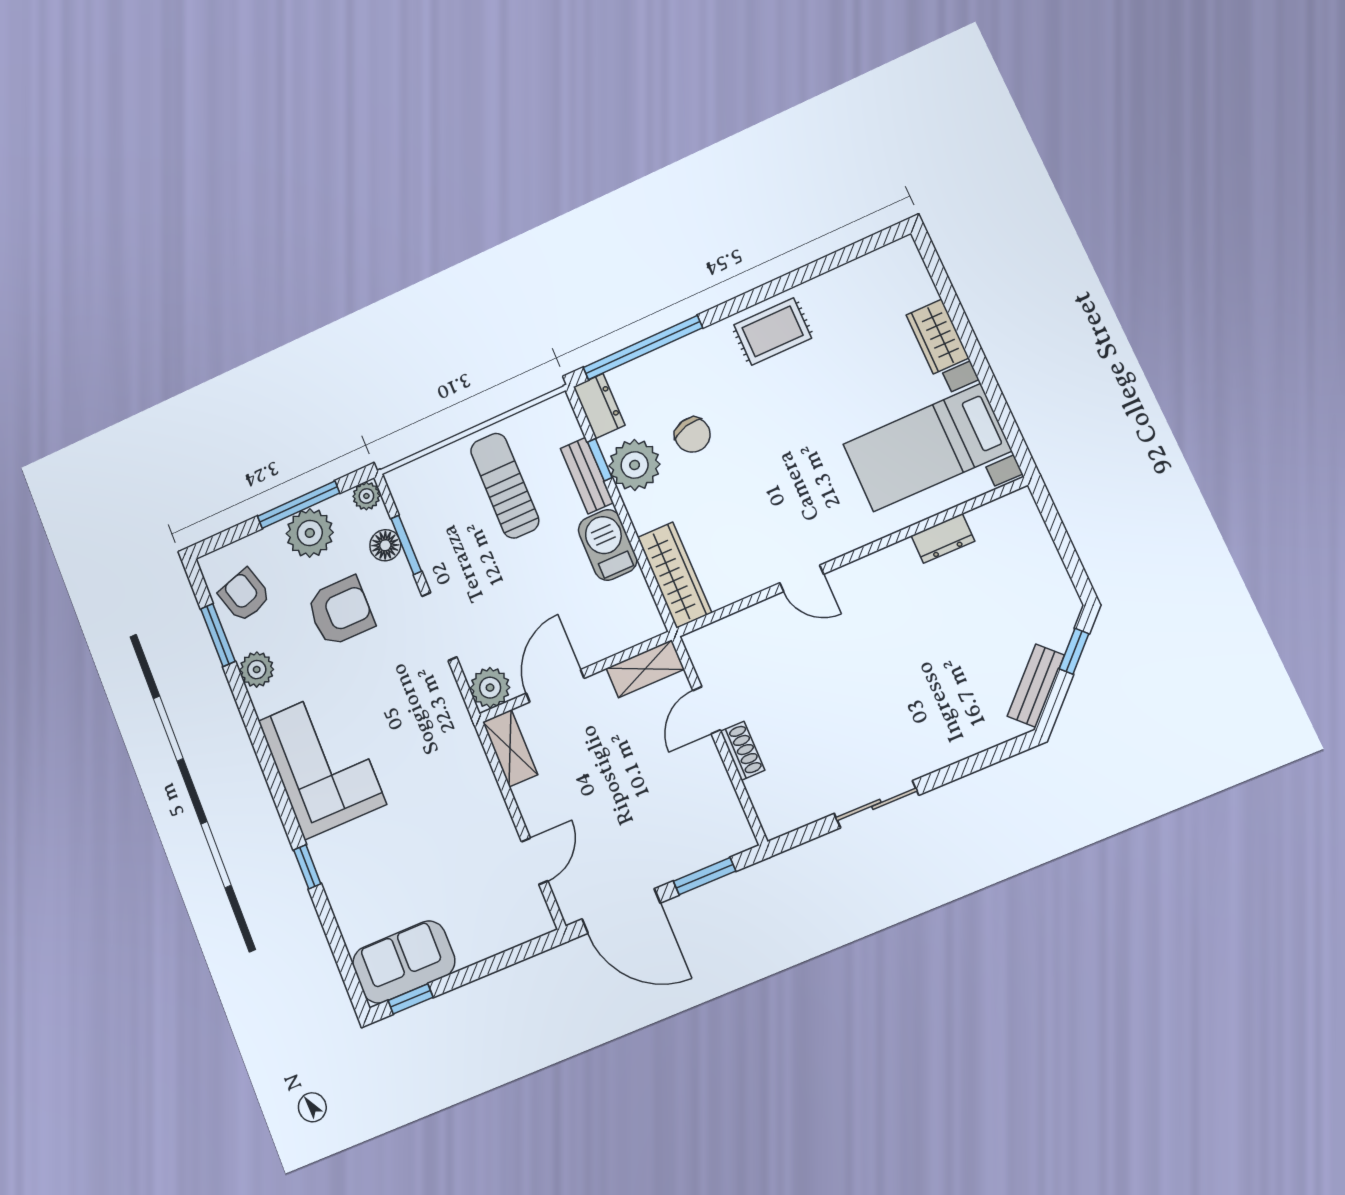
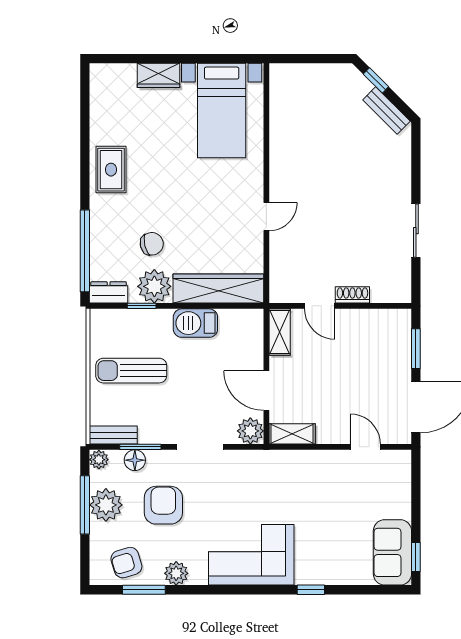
bench: (587, 475) -> (113, 435), moved
dresser: (943, 538) -> (279, 125), removed
wardrobe: (674, 575) -> (218, 289), width x1.40, depth x1.17

